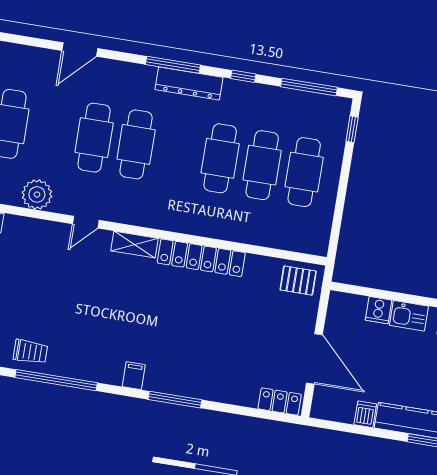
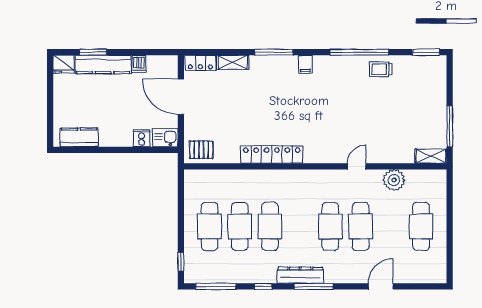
shelving: (135, 245) -> (233, 62), moved
kitchen sink: (409, 316) -> (165, 138), moved

